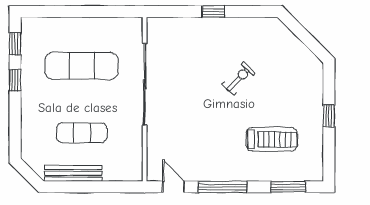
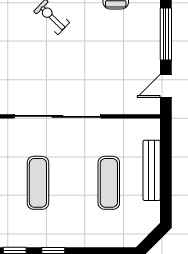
exercise mat: (82, 66) -> (38, 183), width x0.73, depth x0.69
bench: (73, 173) -> (152, 170), moved

